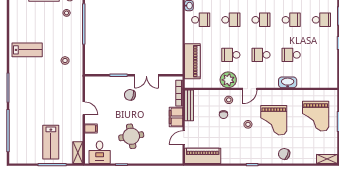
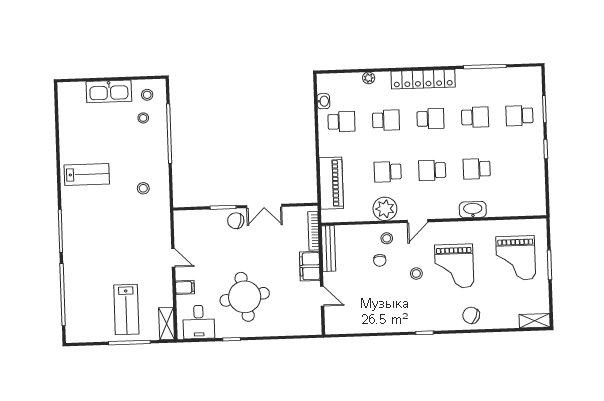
school desk: (321, 20) -> (519, 116), turned 180
chair: (130, 95) -> (236, 221), moved
round table: (131, 136) -> (245, 297), width x1.36, depth x1.36
door: (184, 138) -> (322, 296), swing flipped
piano: (203, 156) -> (351, 322), removed

